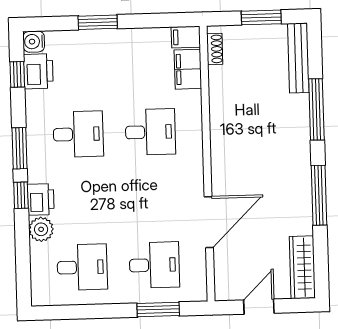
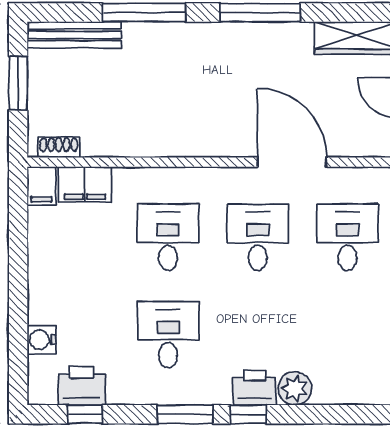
window: (98, 22) -> (18, 304), removed
water cooler: (34, 42) -> (42, 340), moved, turned 90
desk: (82, 267) -> (258, 237), moved

